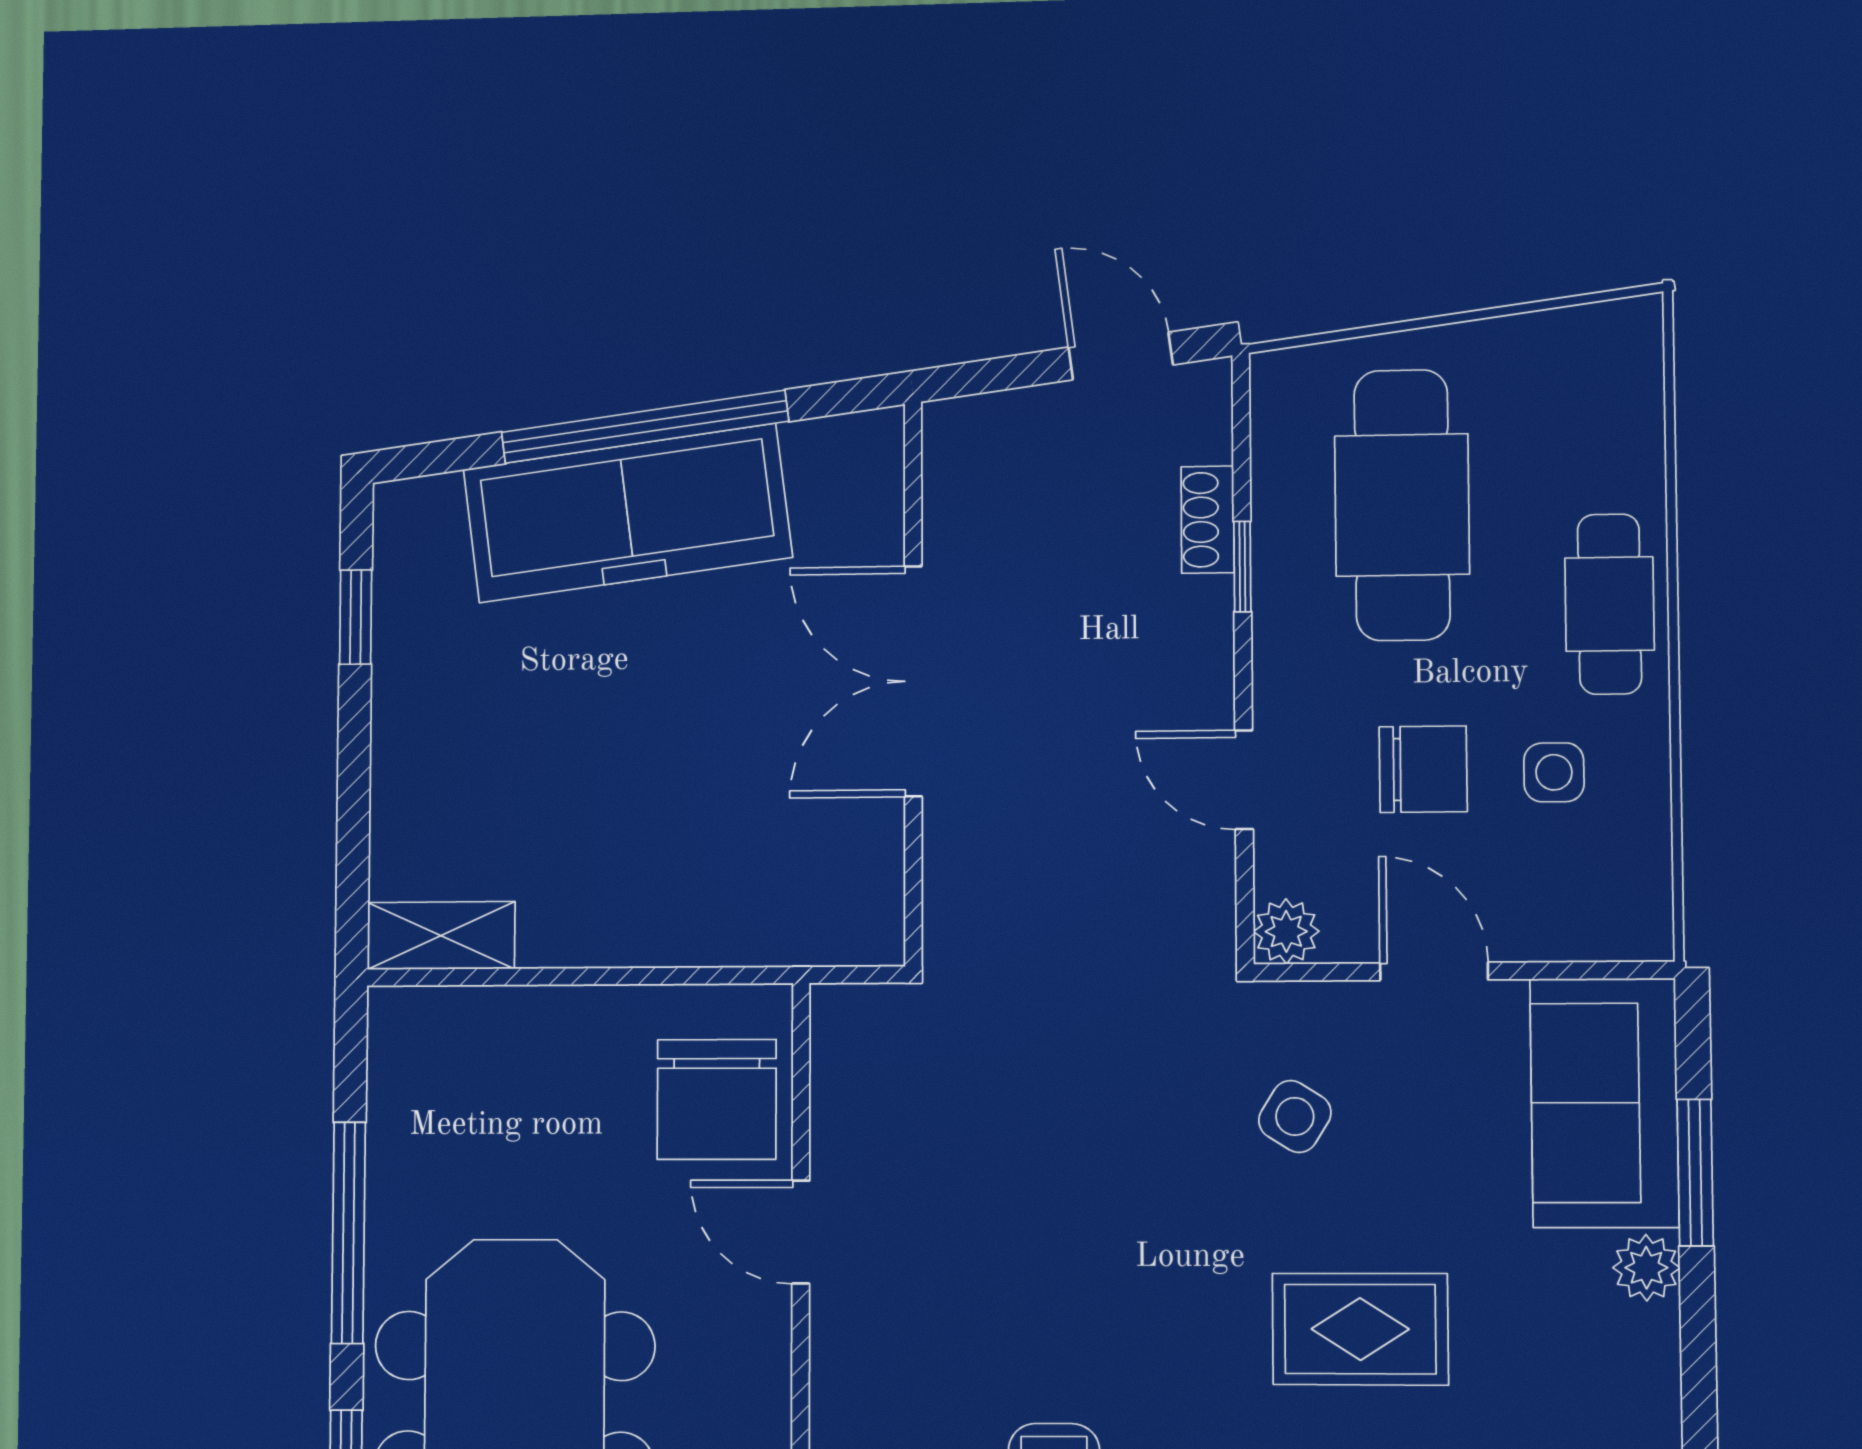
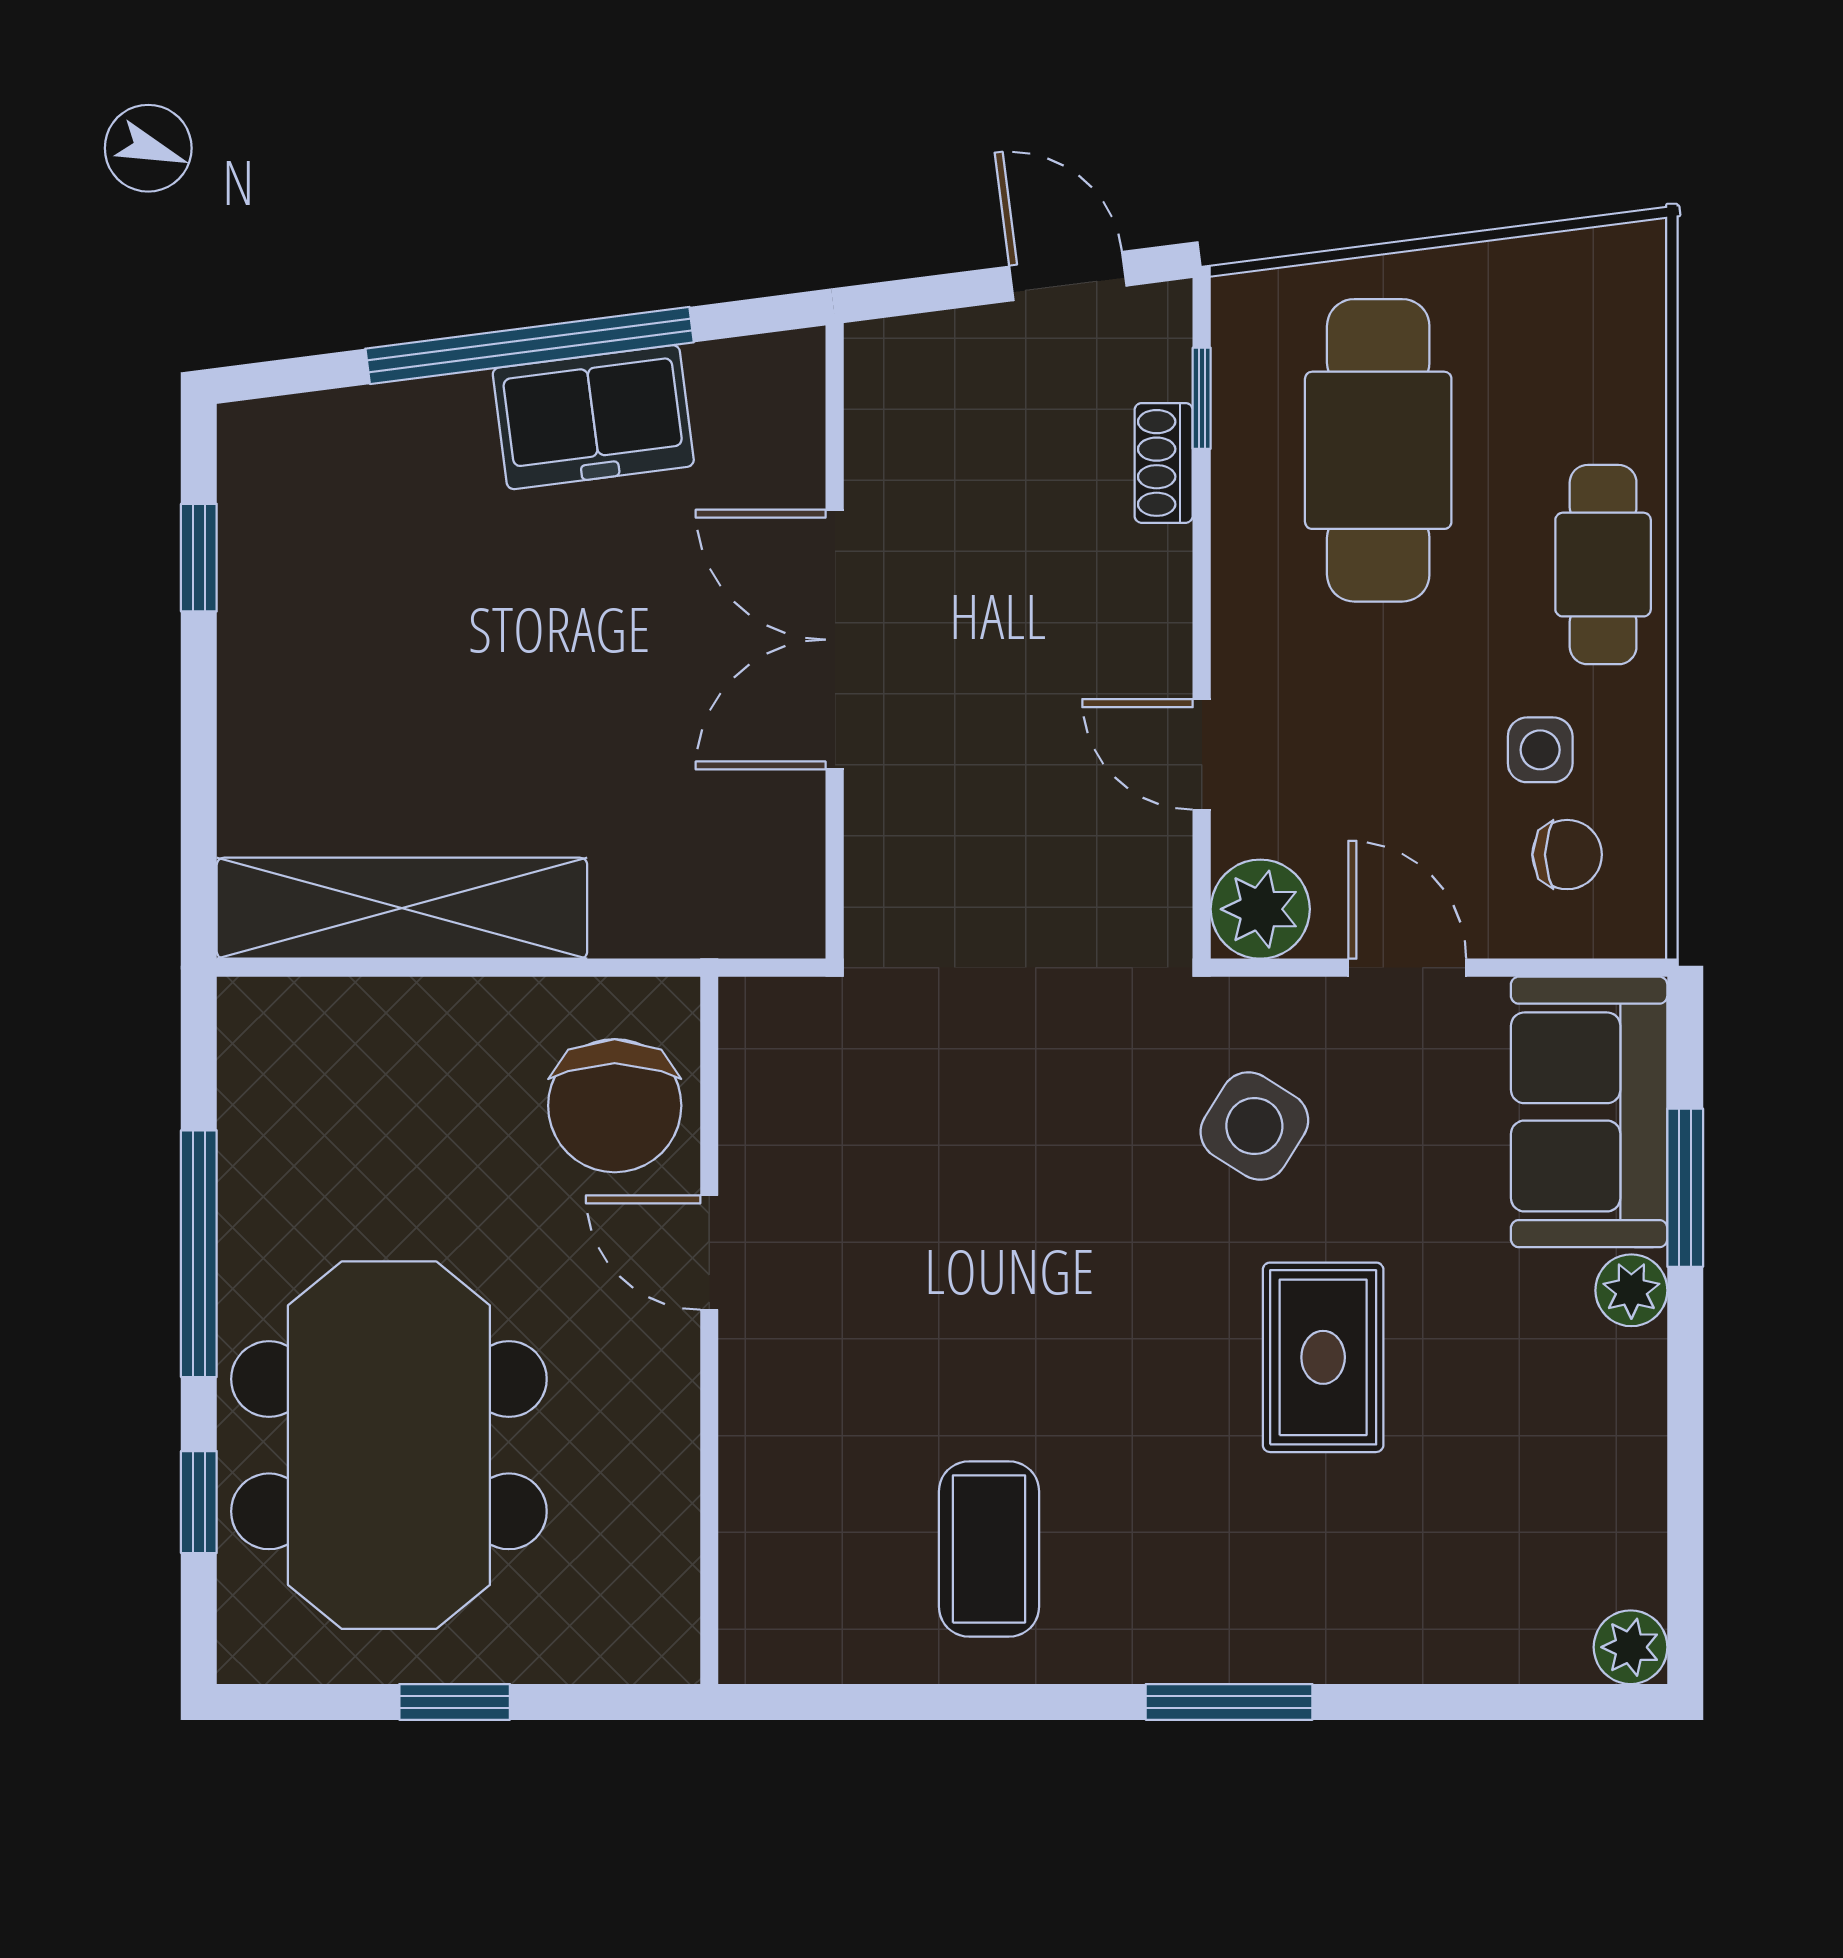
freezer: (627, 513) -> (593, 417), width x0.52, depth x0.79
window: (1242, 567) -> (1202, 398), moved
chair: (1423, 769) -> (1567, 855), moved, width x0.73, depth x0.73
plant: (1286, 931) -> (1260, 909), width x1.38, depth x1.38
shelving: (441, 936) -> (402, 908), width x2.20, depth x1.33
side table: (1295, 1116) -> (1254, 1126), width x1.37, depth x1.37
rug: (1360, 1329) -> (1323, 1357), turned 90

